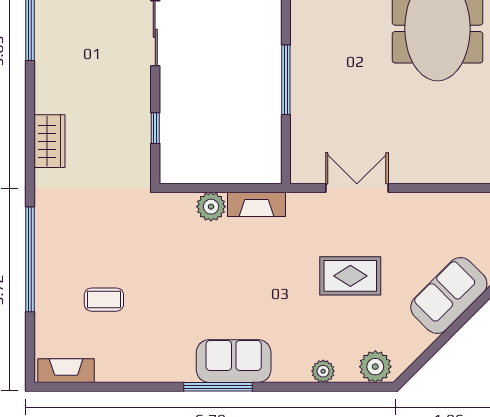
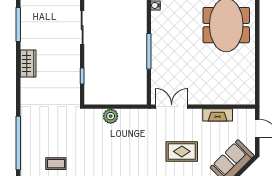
wardrobe: (49, 141) -> (28, 63), moved
double door: (357, 188) -> (172, 107), moved
fireplace: (256, 204) -> (218, 115), moved

